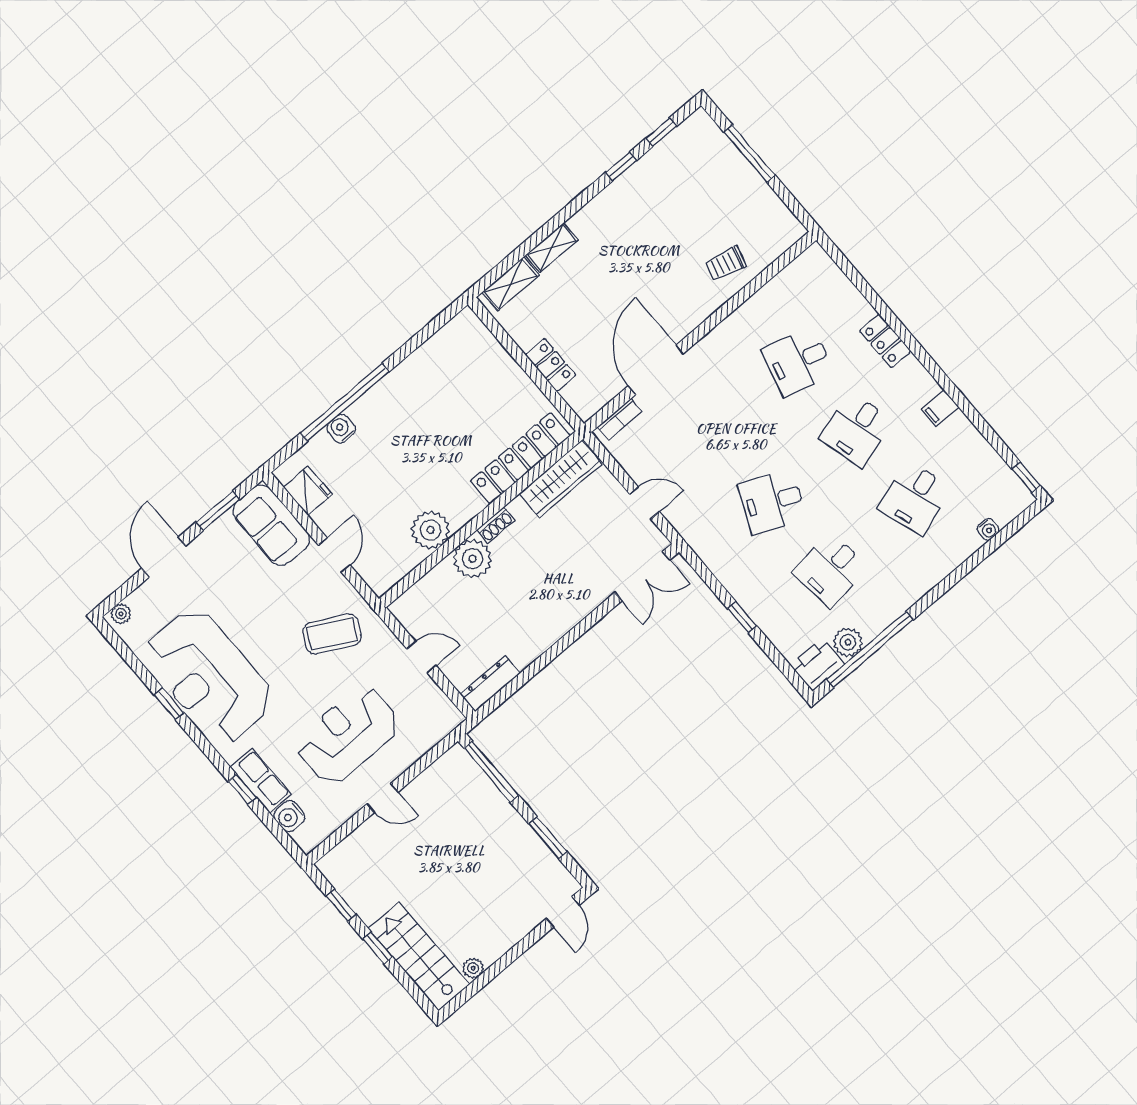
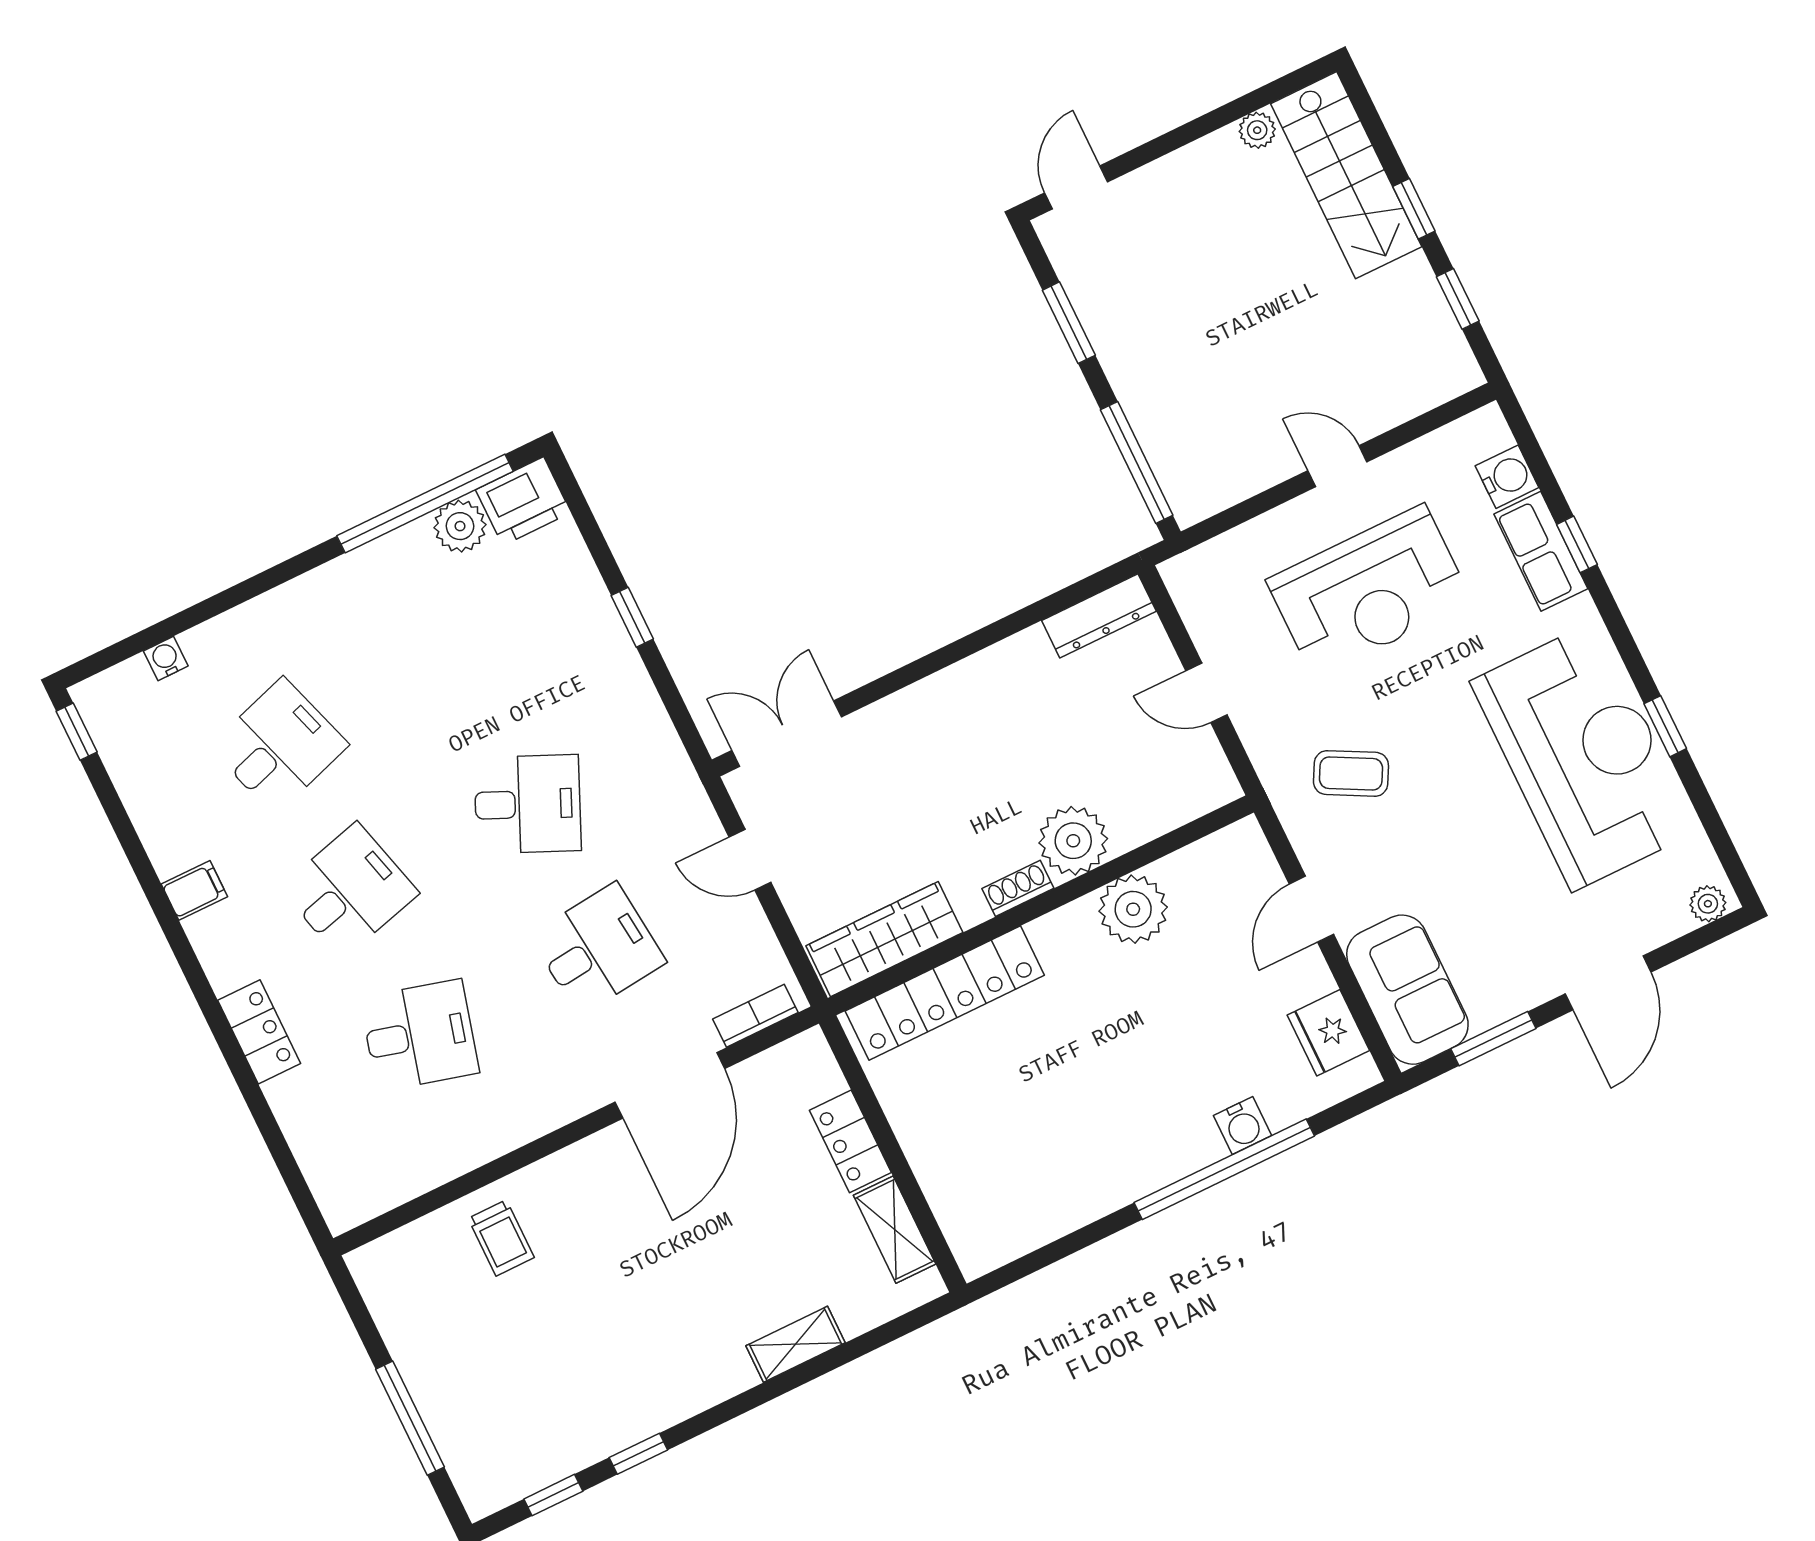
trolley: (726, 264) -> (501, 1238), turned 75
shelving: (511, 284) -> (895, 1230), moved, turned 90
desk: (831, 570) -> (598, 949), moved
coffee table: (332, 634) -> (1351, 773), width x0.73, depth x0.77

